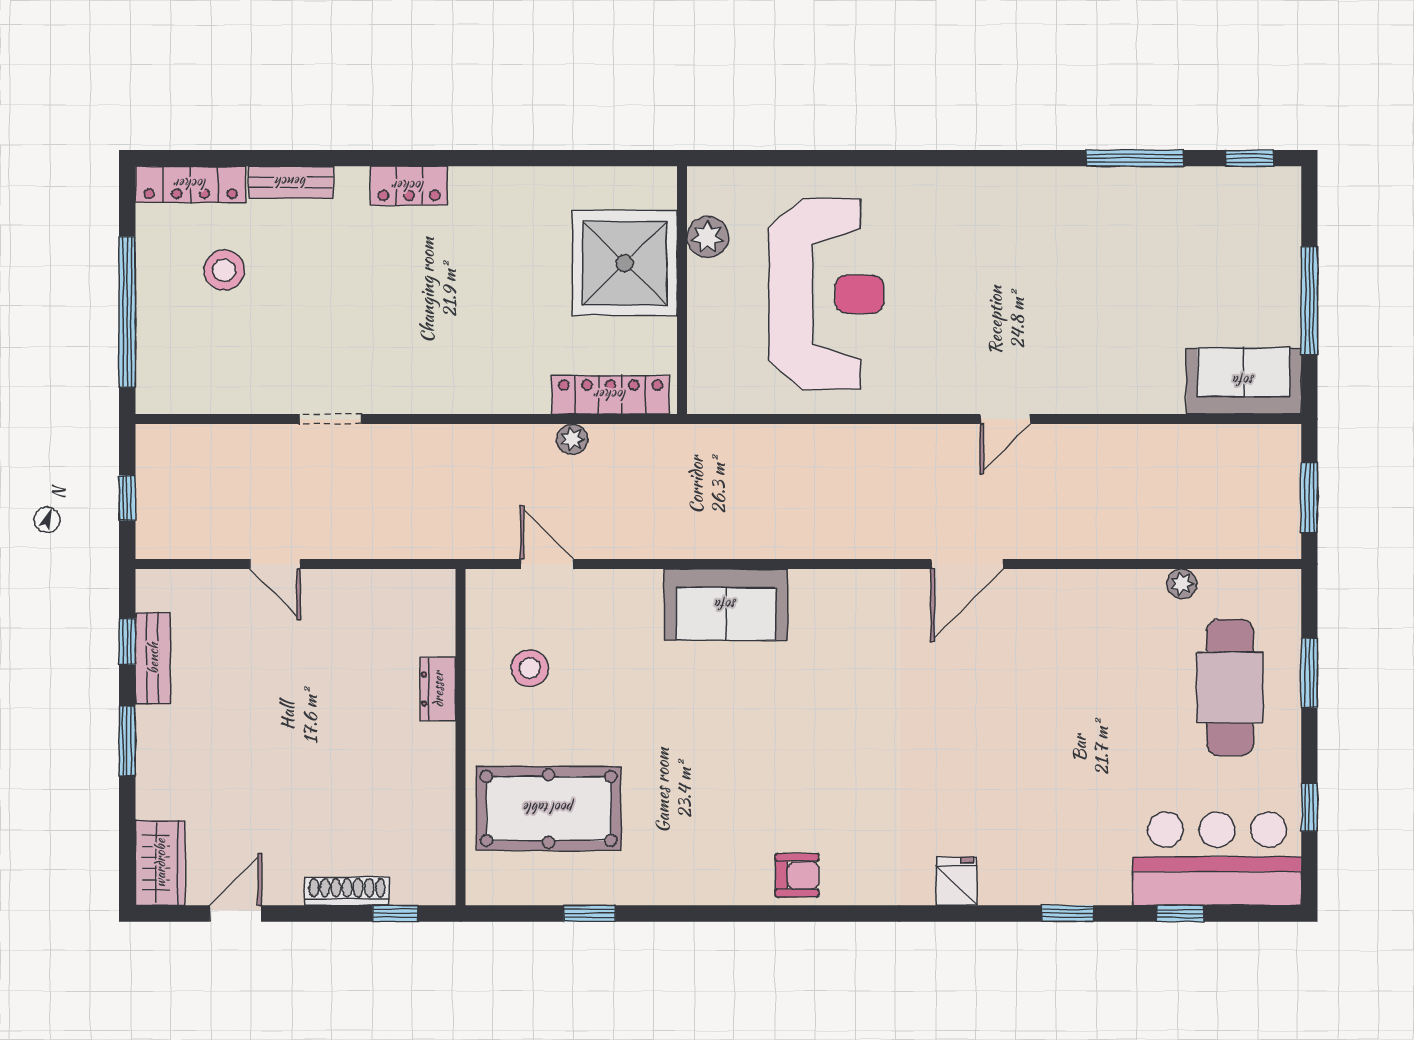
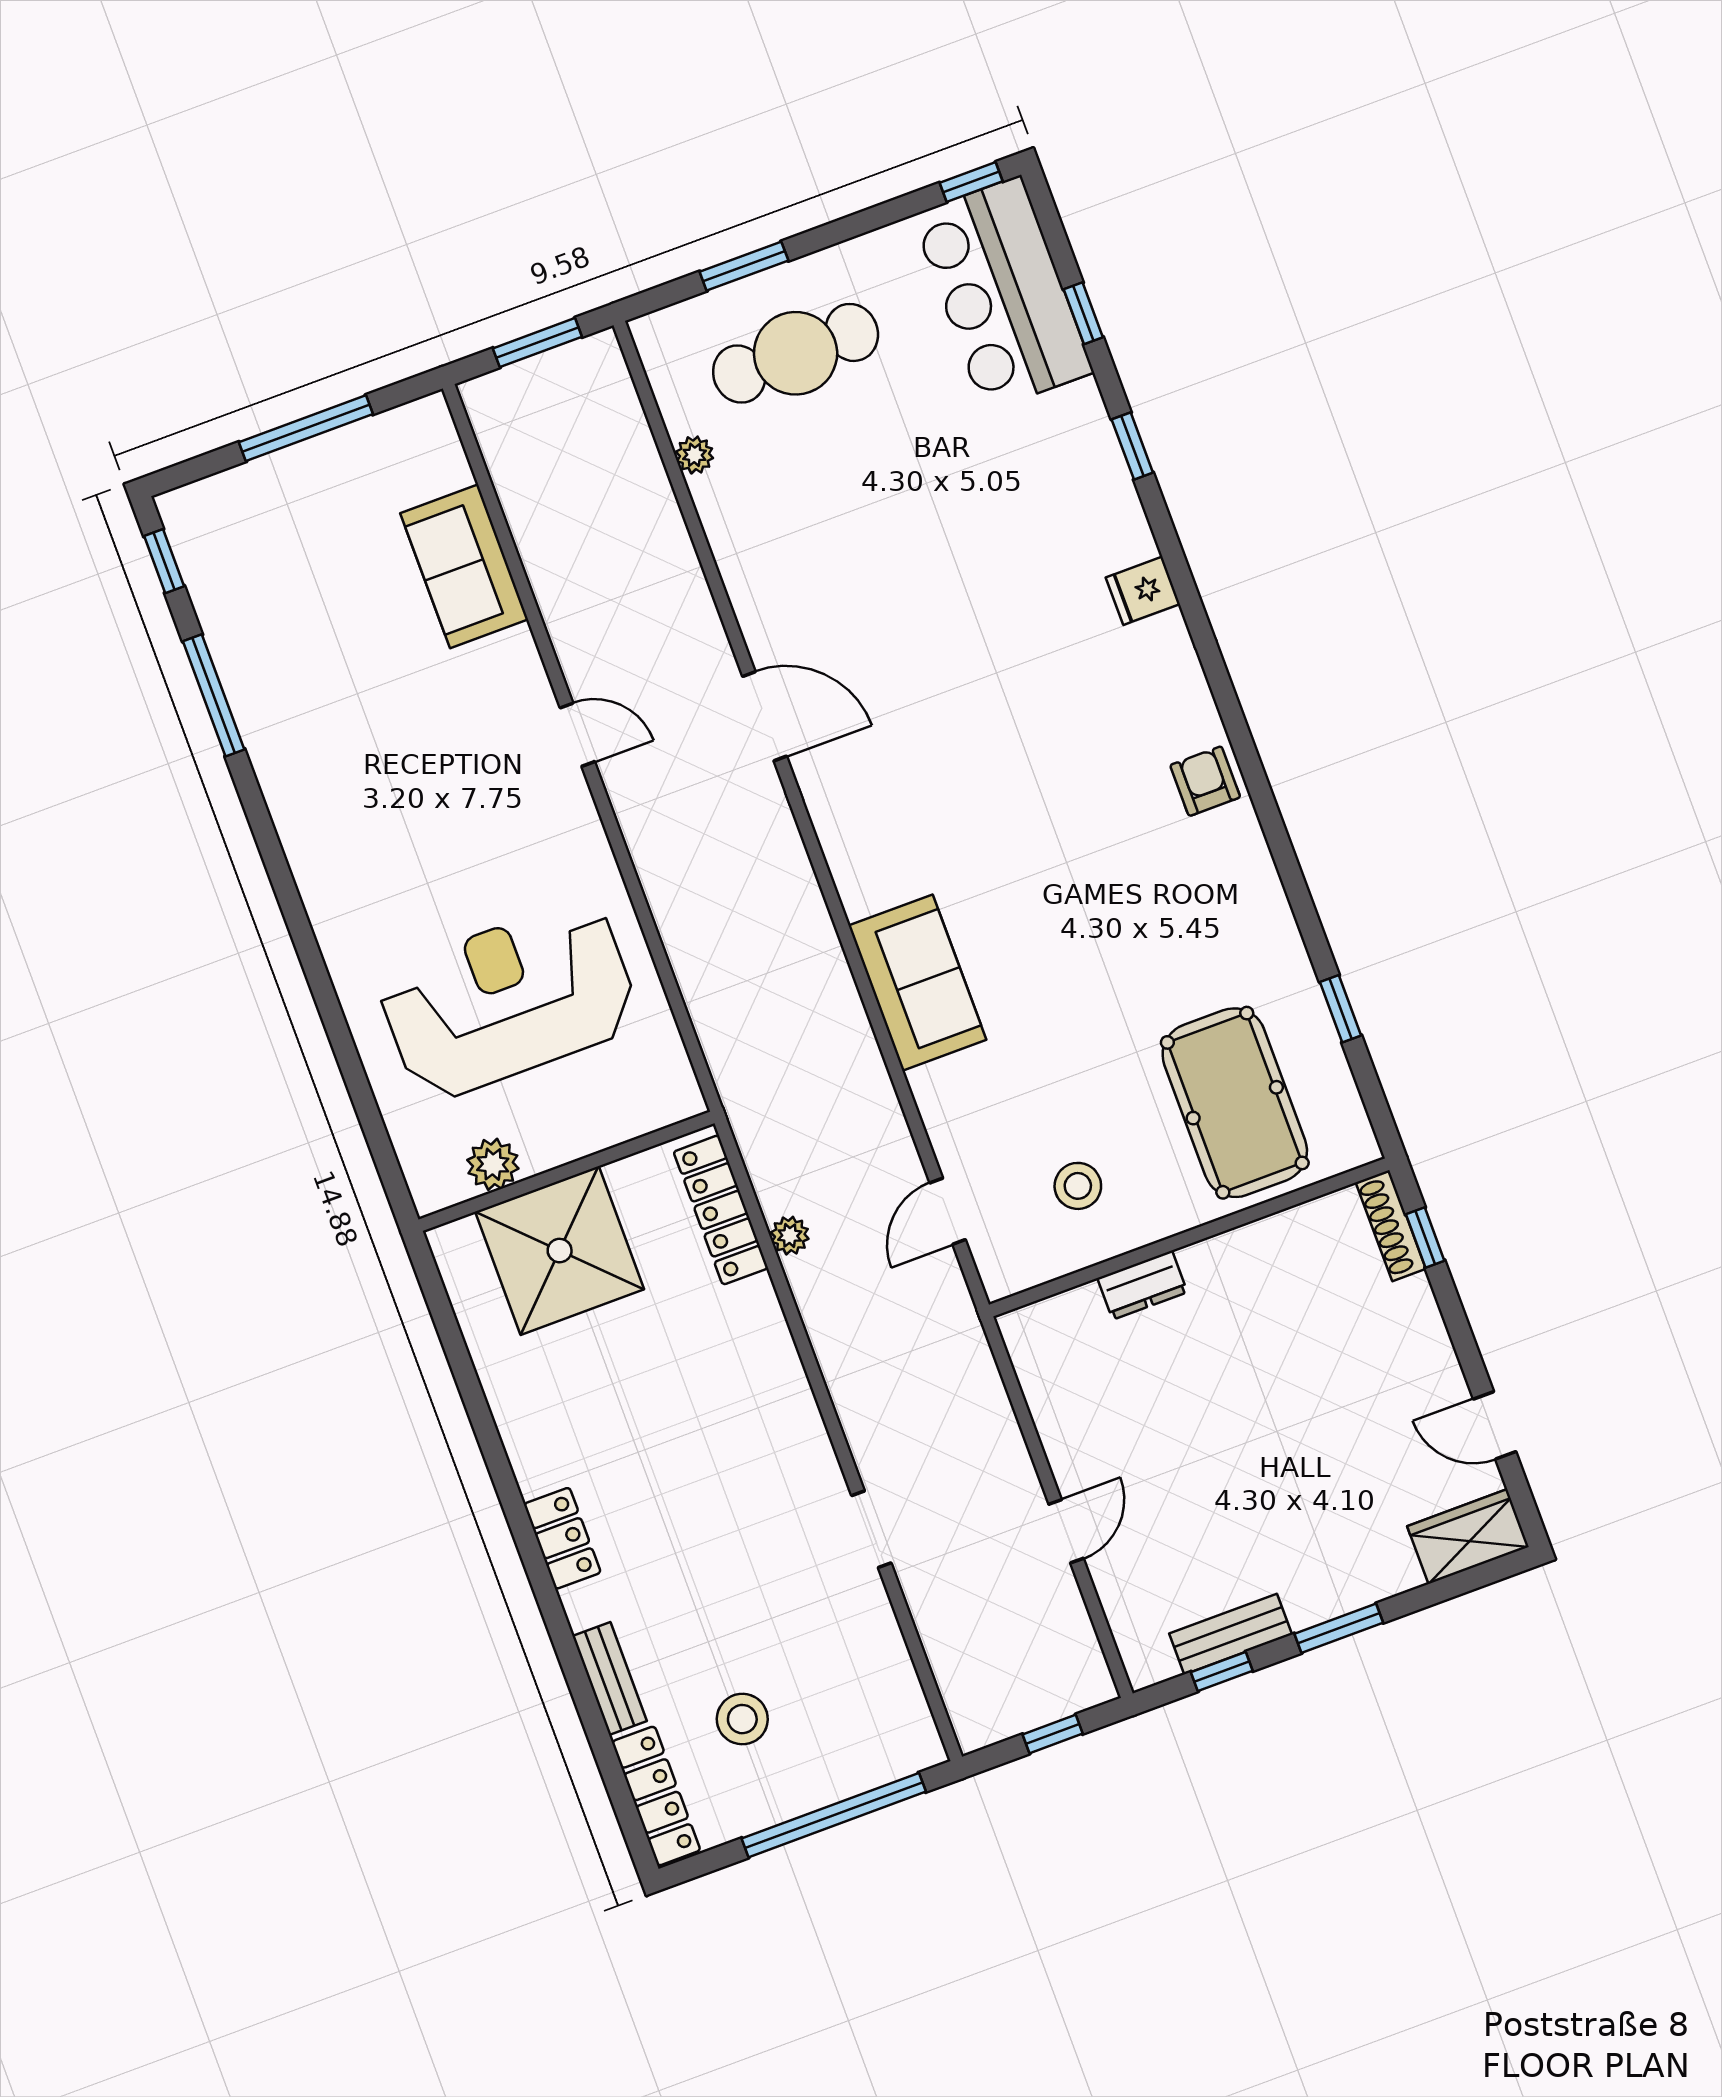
sofa: (1244, 381) -> (464, 566), moved
window: (1309, 807) -> (971, 182), moved
shoe rack: (347, 891) -> (1391, 1226), moved

